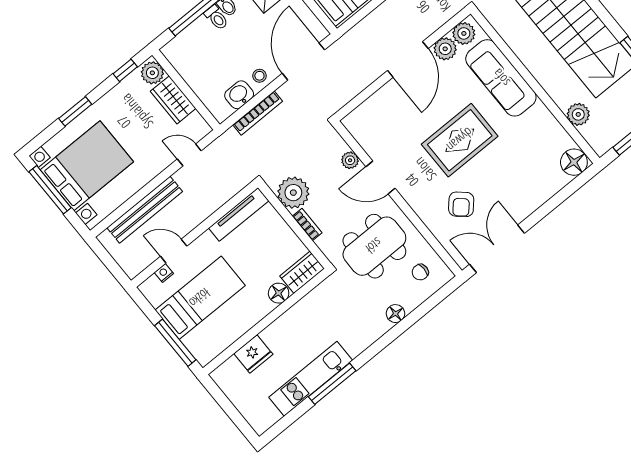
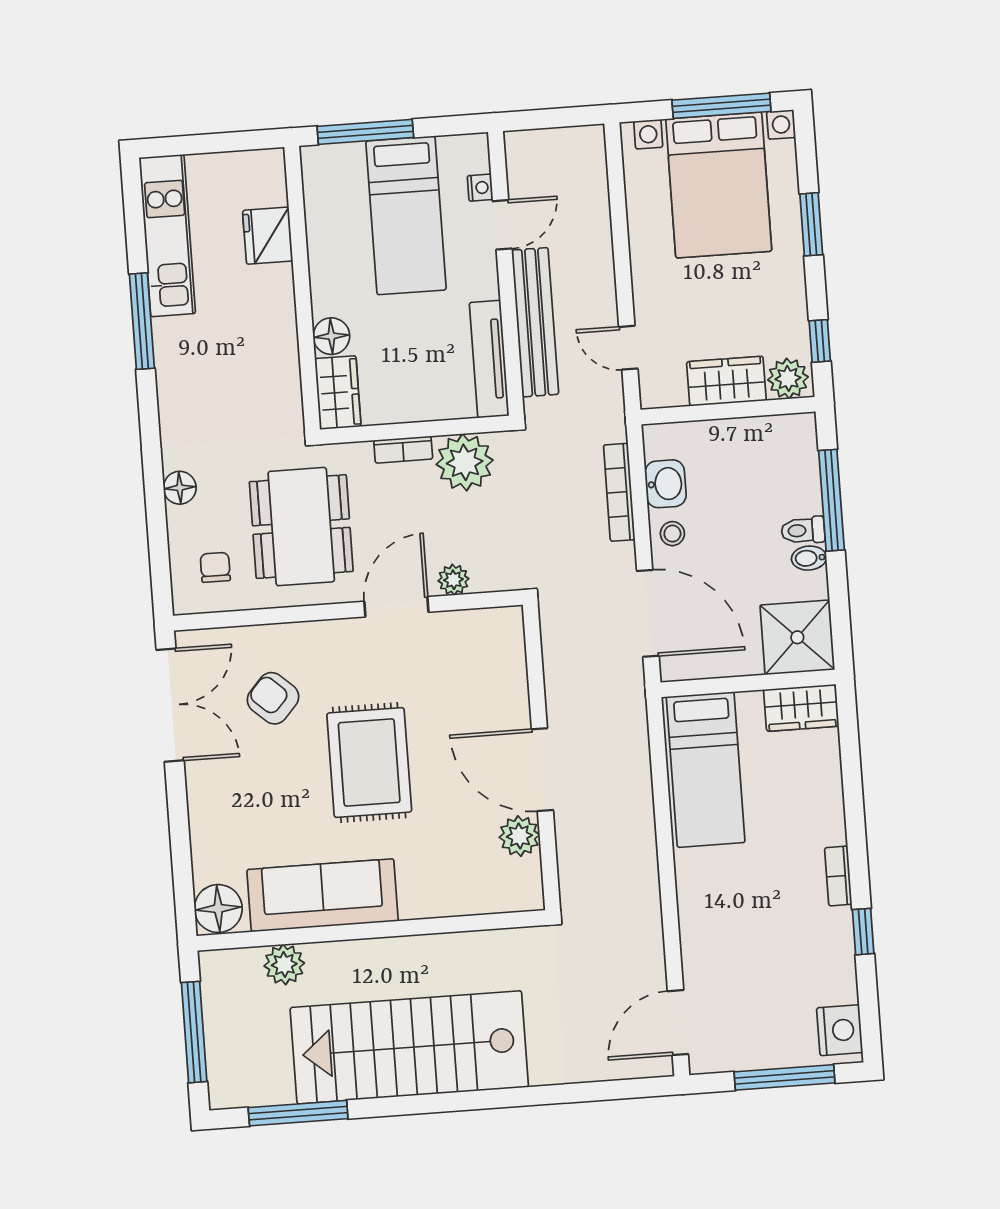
plant: (464, 33) -> (523, 880), removed
sofa: (501, 78) -> (323, 895), moved
door: (189, 155) -> (628, 348), swing flipped
bench: (145, 210) -> (535, 322), moved
kitchen unit: (311, 379) -> (167, 236), moved

